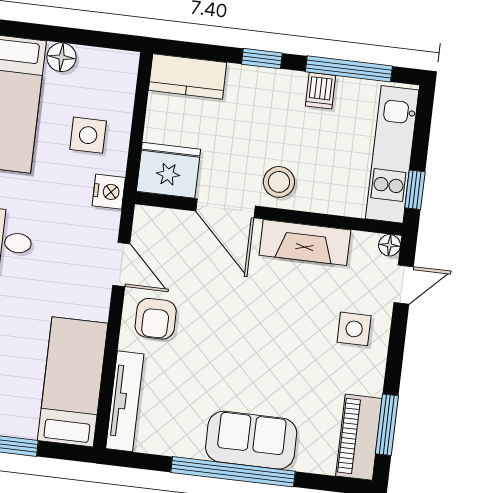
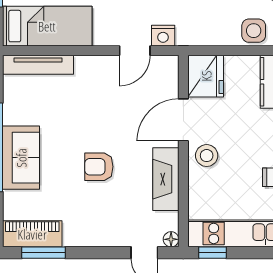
side table: (88, 135) -> (254, 31), moved
nightstand: (109, 192) -> (163, 36), moved
armchair: (156, 319) -> (99, 167), moved
side table: (354, 329) -> (109, 221), removed

